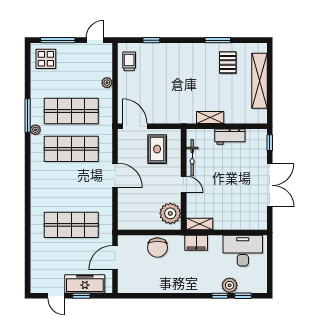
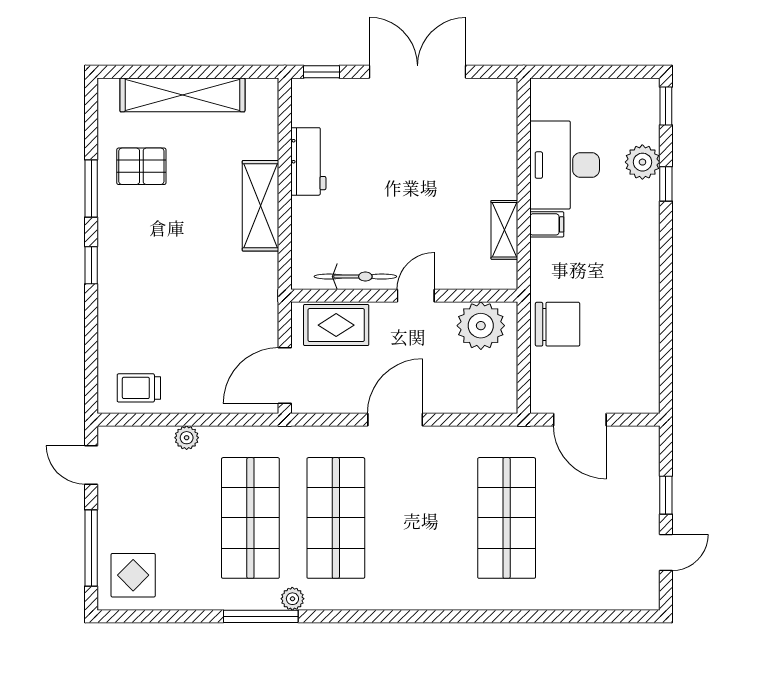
window: (151, 40) -> (91, 265), moved
shelving: (210, 117) -> (260, 206), width x1.50, depth x1.33
bicycle: (192, 158) -> (355, 277), moved
wall: (184, 179) -> (404, 296), moved
door: (184, 184) -> (416, 296), moved
plant: (170, 213) -> (481, 326), moved
filing cabinet: (196, 243) -> (547, 224), width x0.50
desk: (243, 251) -> (565, 165), moved
freezer: (85, 284) -> (639, 488), removed
window: (243, 296) -> (666, 106), moved

